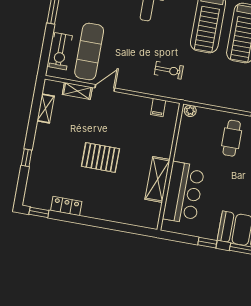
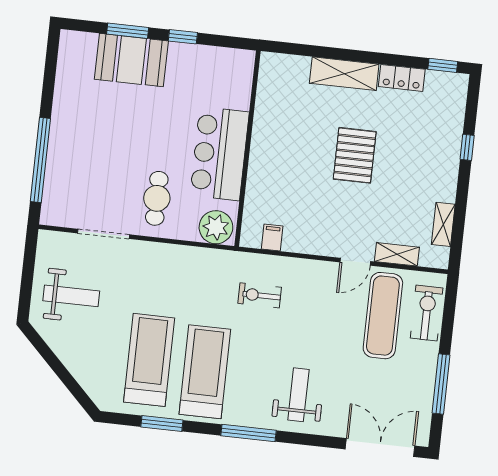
plant: (190, 111) -> (216, 227), width x1.88, depth x1.88
pallet: (100, 157) -> (355, 155), turned 90
shelving: (158, 179) -> (344, 74), moved, turned 90
bar counter: (184, 193) -> (220, 154), moved

